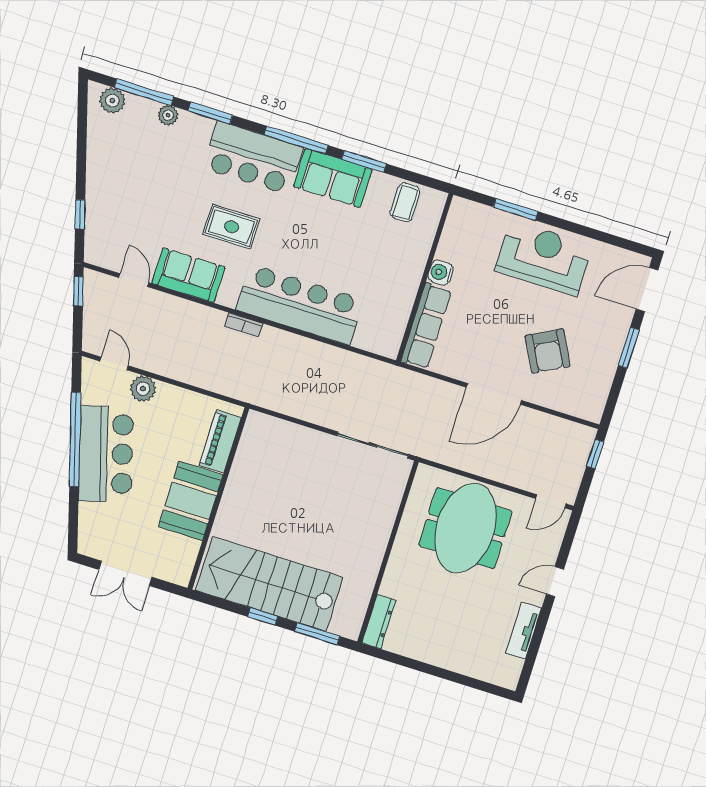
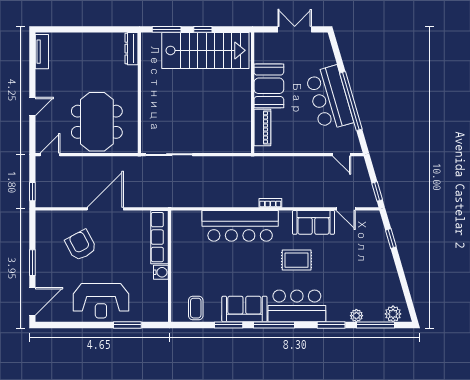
plant: (143, 389) -> (319, 145), removed
tv unit: (524, 631) -> (42, 52), moved

